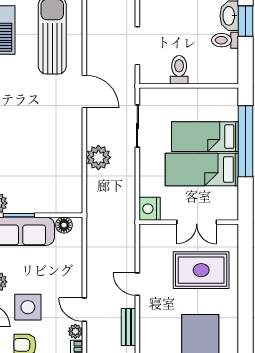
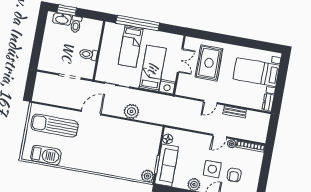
bed: (202, 169) -> (153, 68), moved, turned 180

